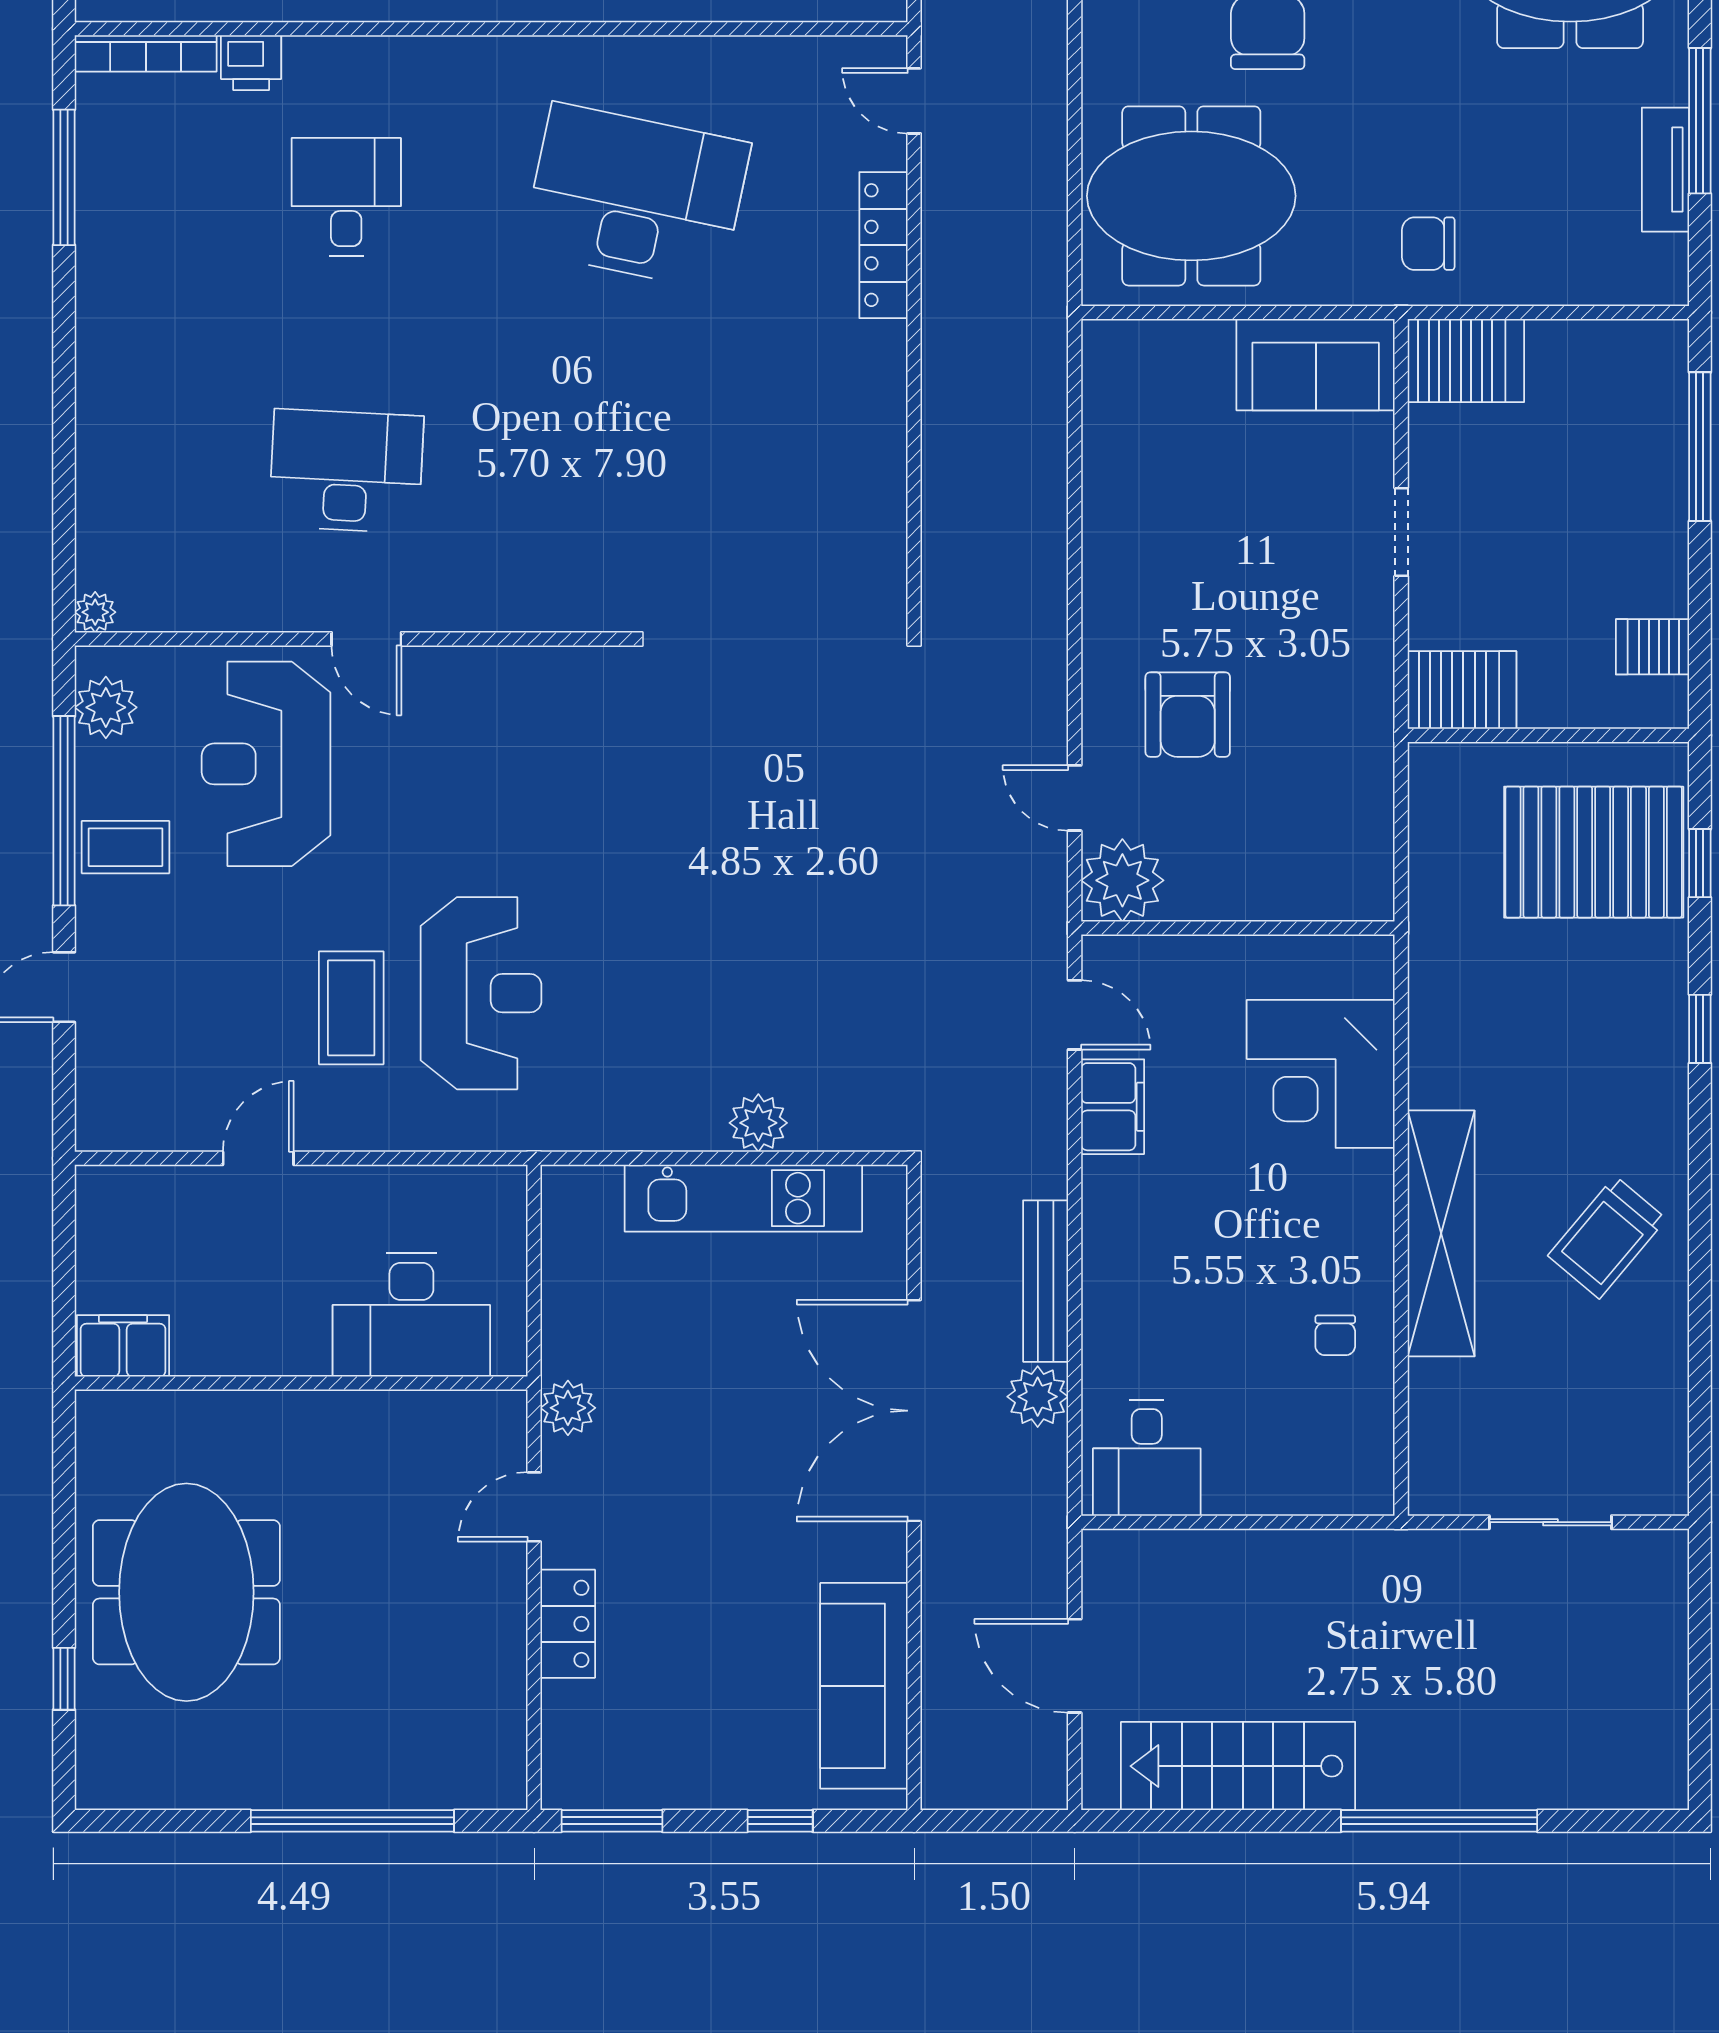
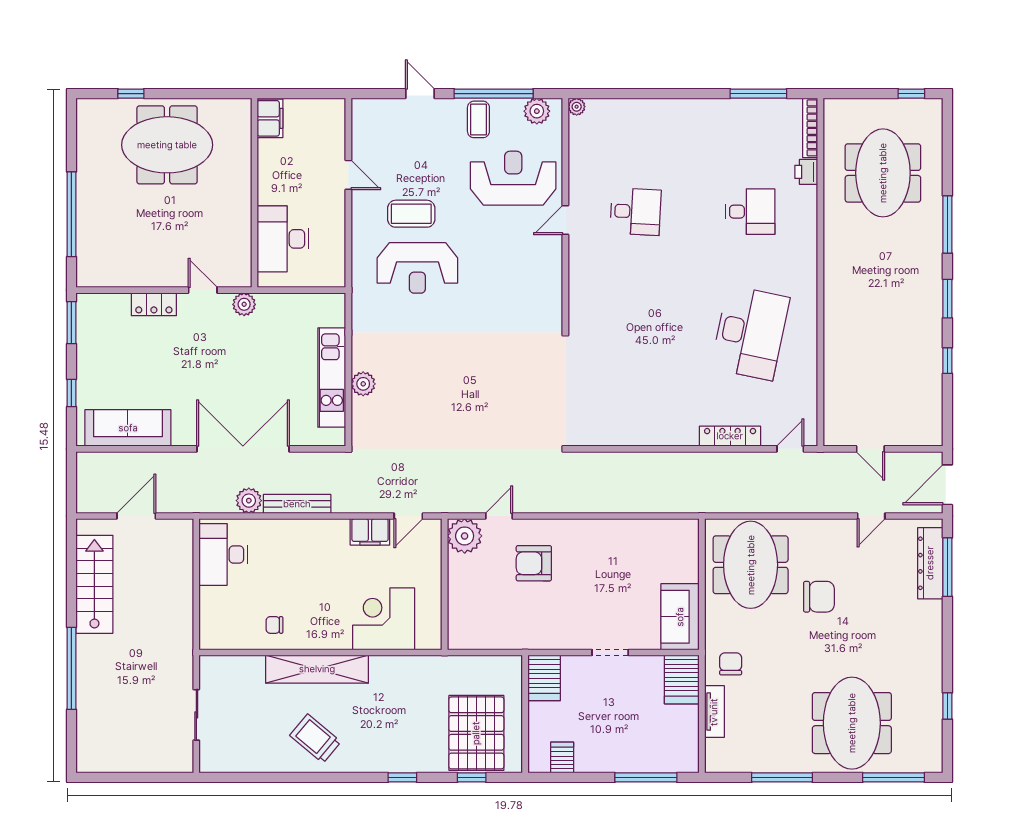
tv unit: (1665, 170) -> (714, 712), moved, turned 90
desk: (346, 471) -> (636, 212), width x0.73
desk: (1147, 1458) -> (223, 555), width x1.37

